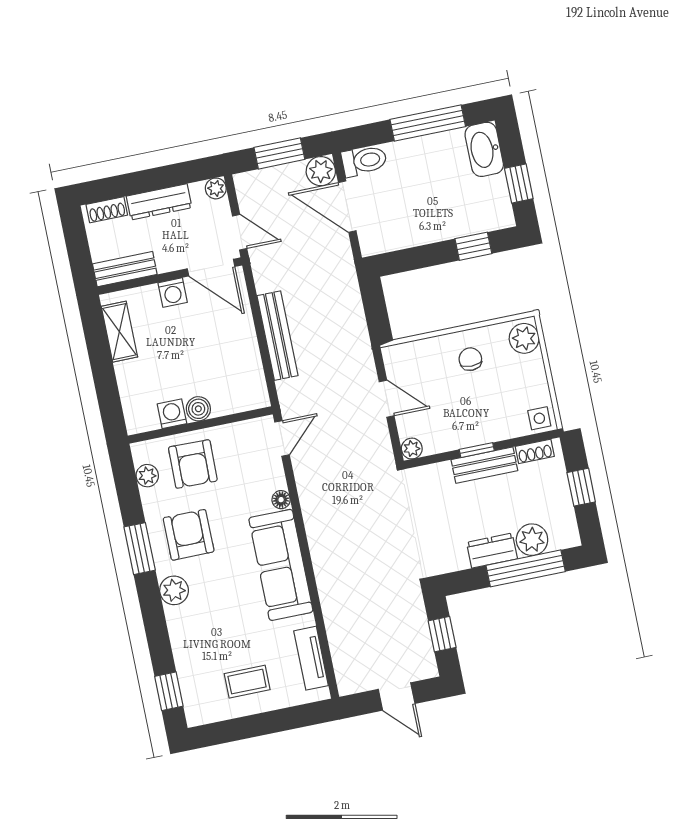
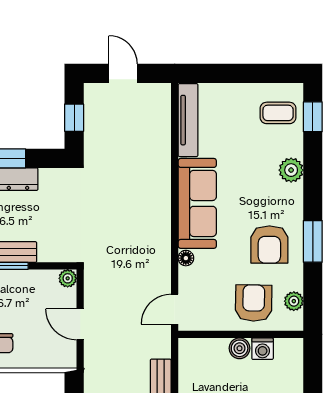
plant: (174, 590) -> (291, 170), moved
tv unit: (311, 658) -> (188, 120), width x1.41
coffee table: (247, 682) -> (278, 113), moved

